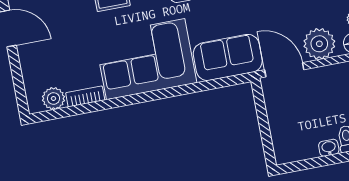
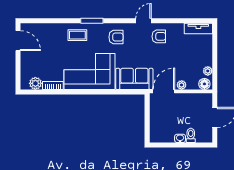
plant: (319, 44) -> (182, 85), width x0.53, depth x0.53
door: (284, 70) -> (164, 91), hinge flipped

